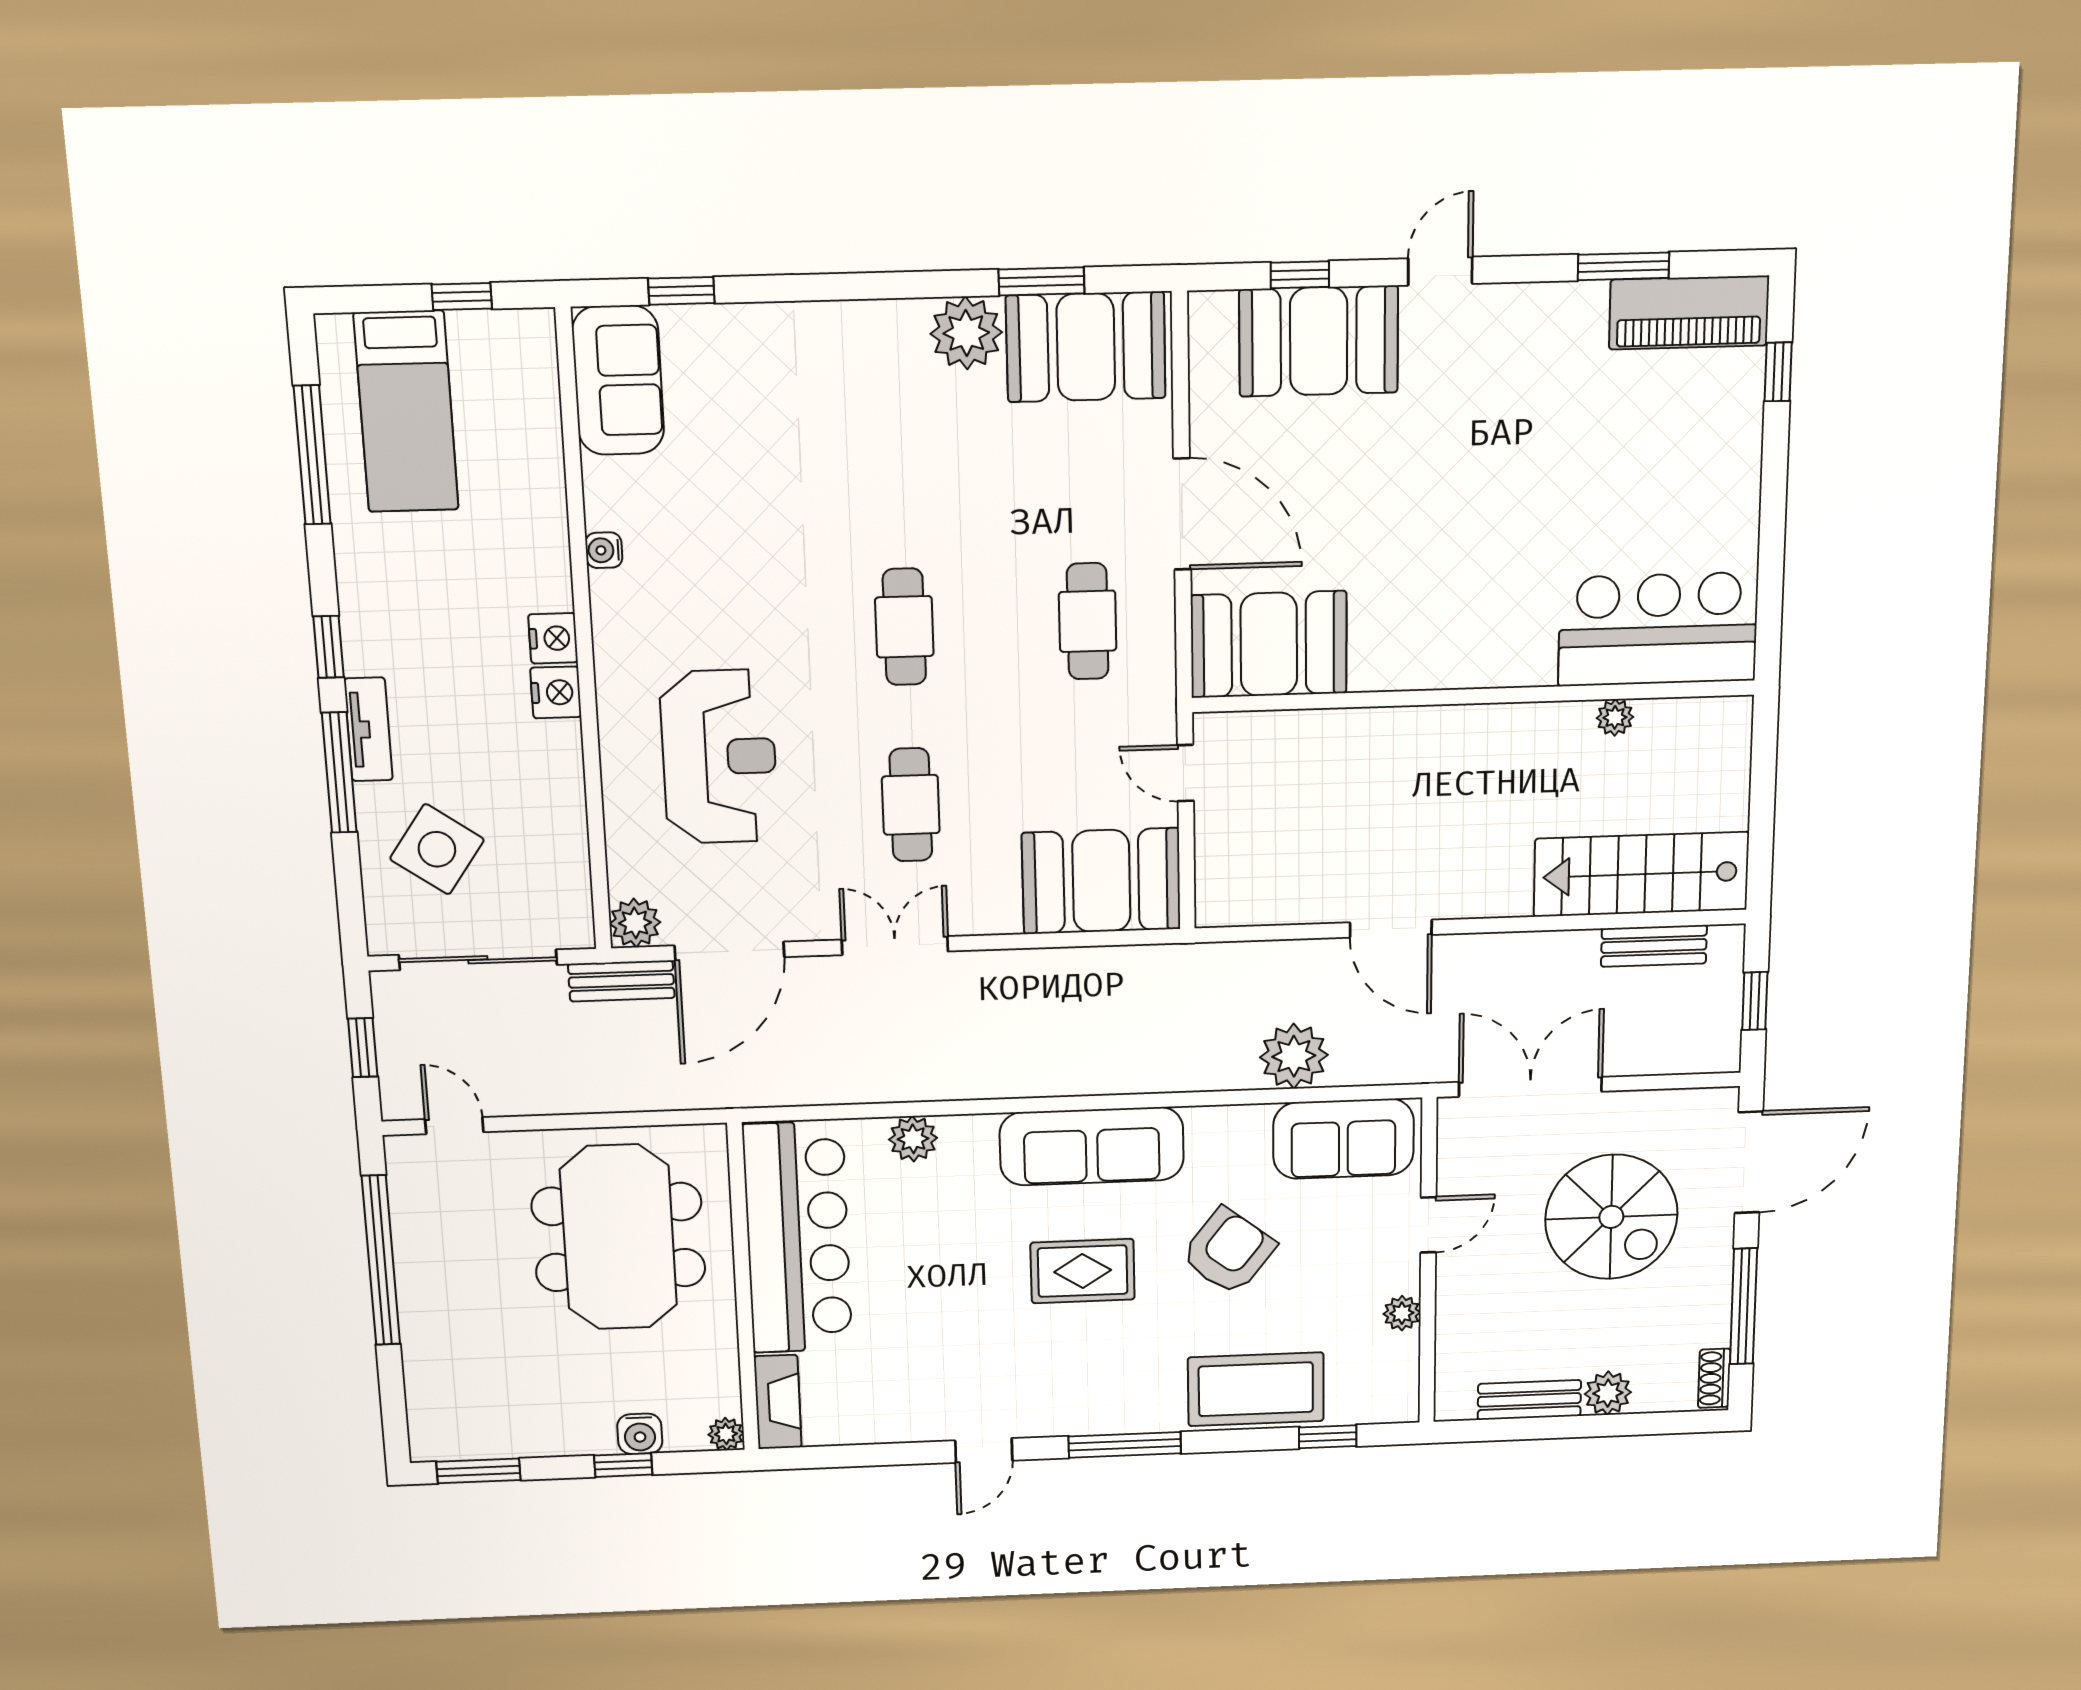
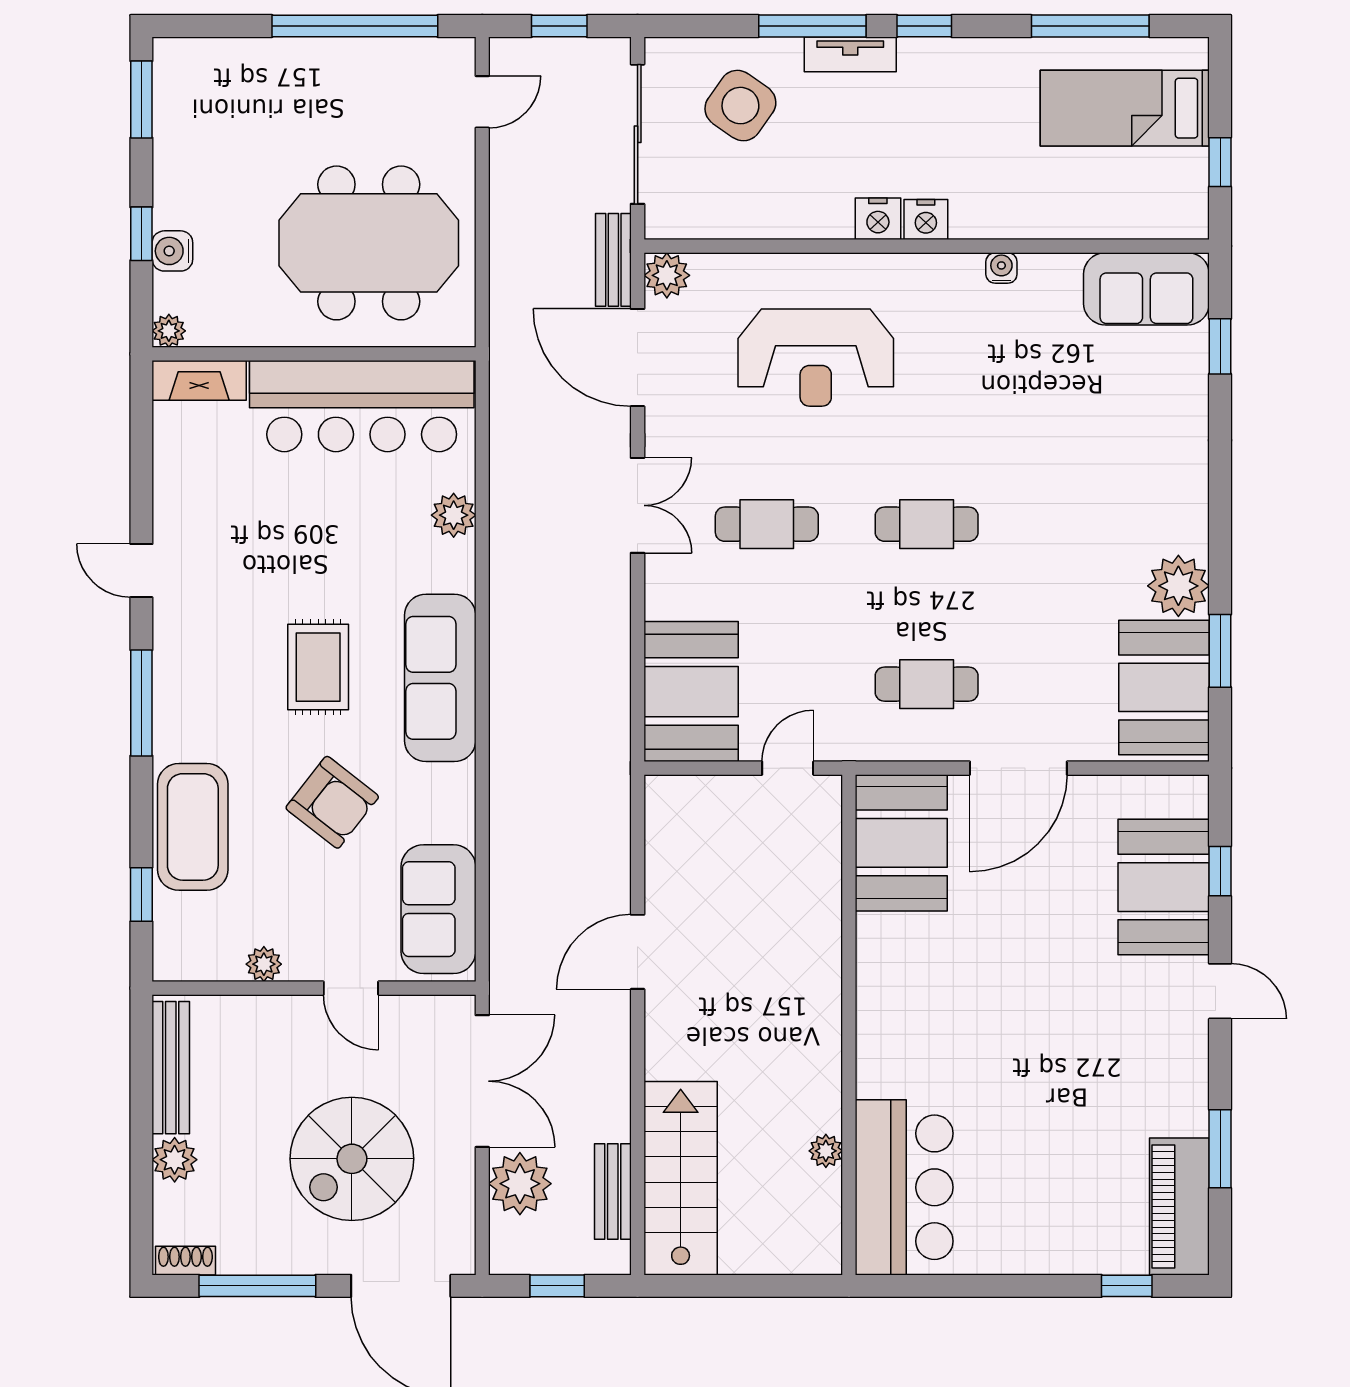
plant: (1294, 1056) -> (520, 1184), moved
bench: (1529, 1400) -> (171, 1068), width x1.36

